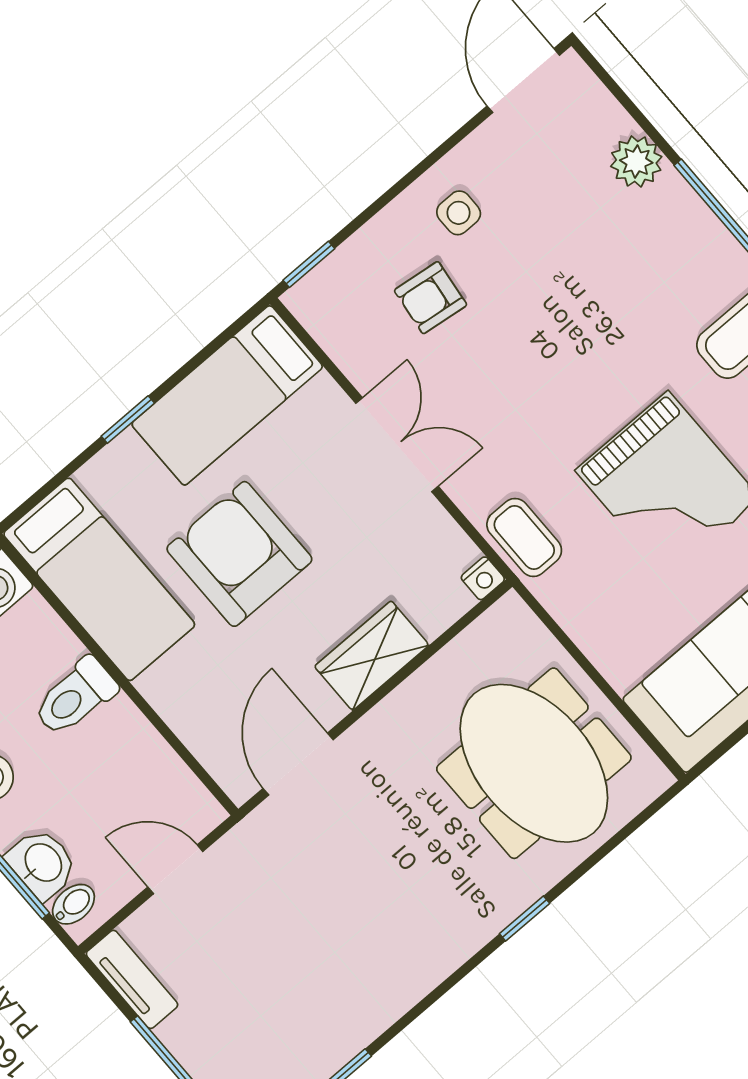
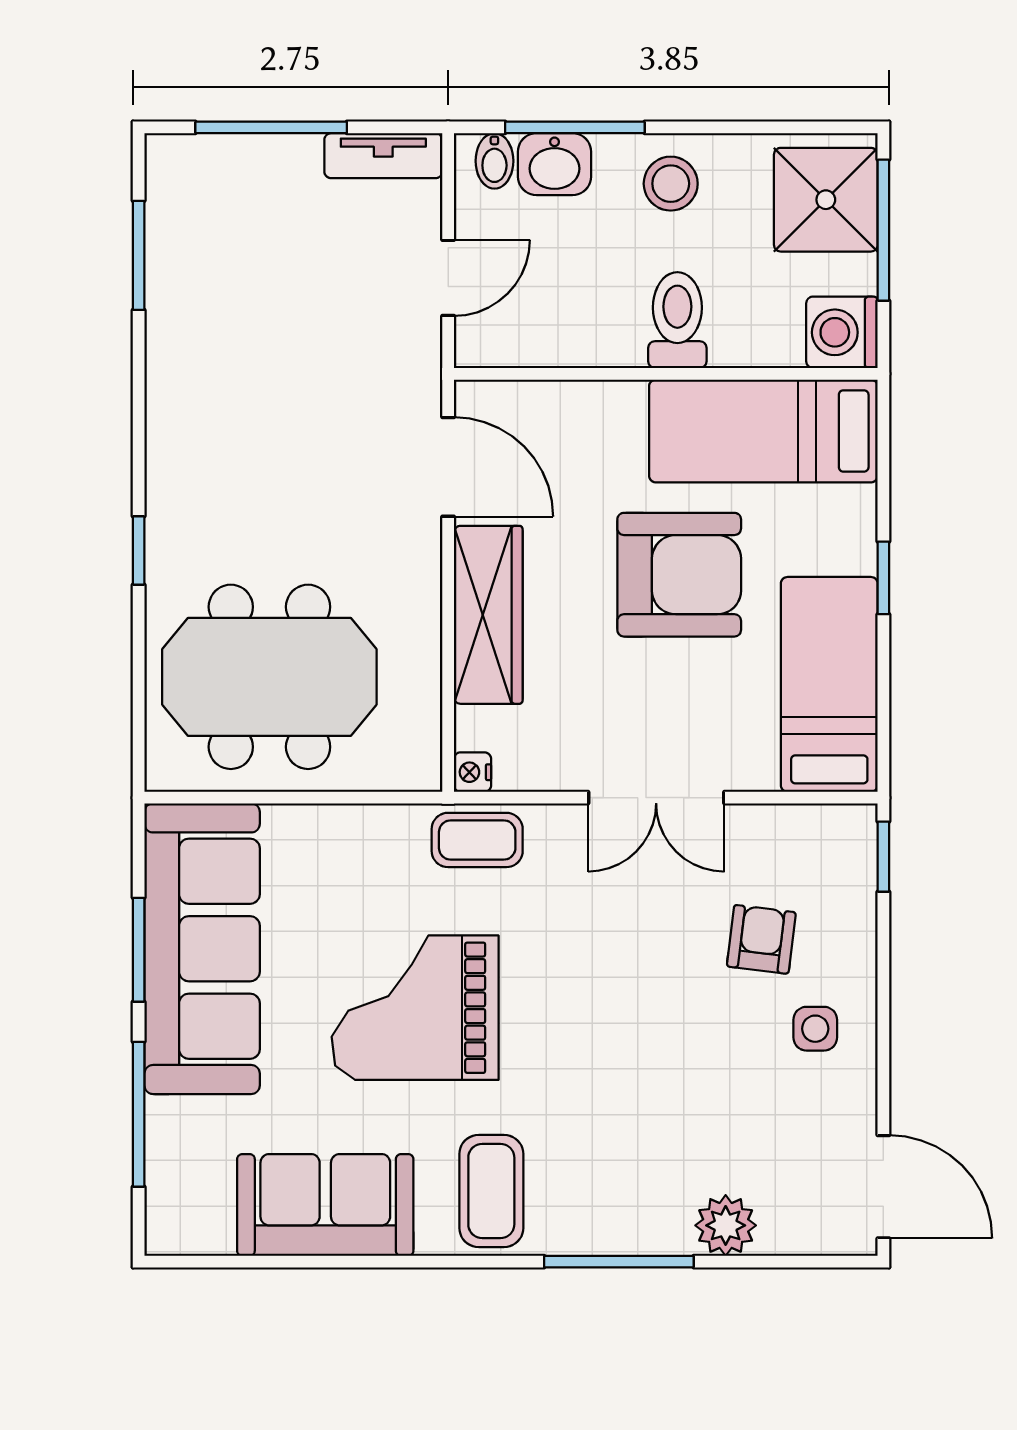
wardrobe: (372, 656) -> (488, 615), width x1.50

